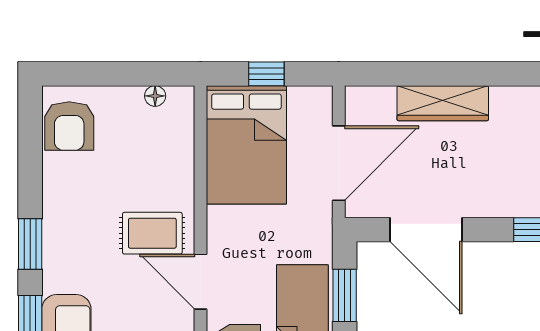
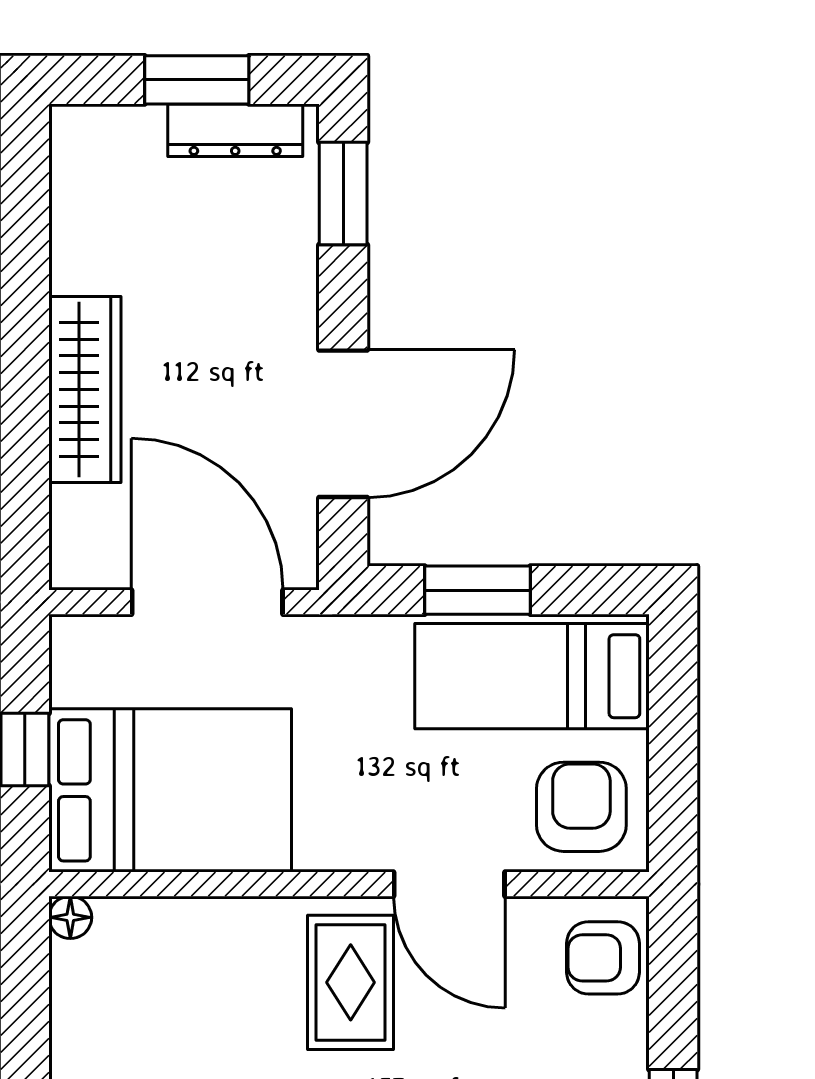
floor lamp: (155, 96) -> (70, 917), moved
door: (201, 282) -> (449, 884), hinge flipped

